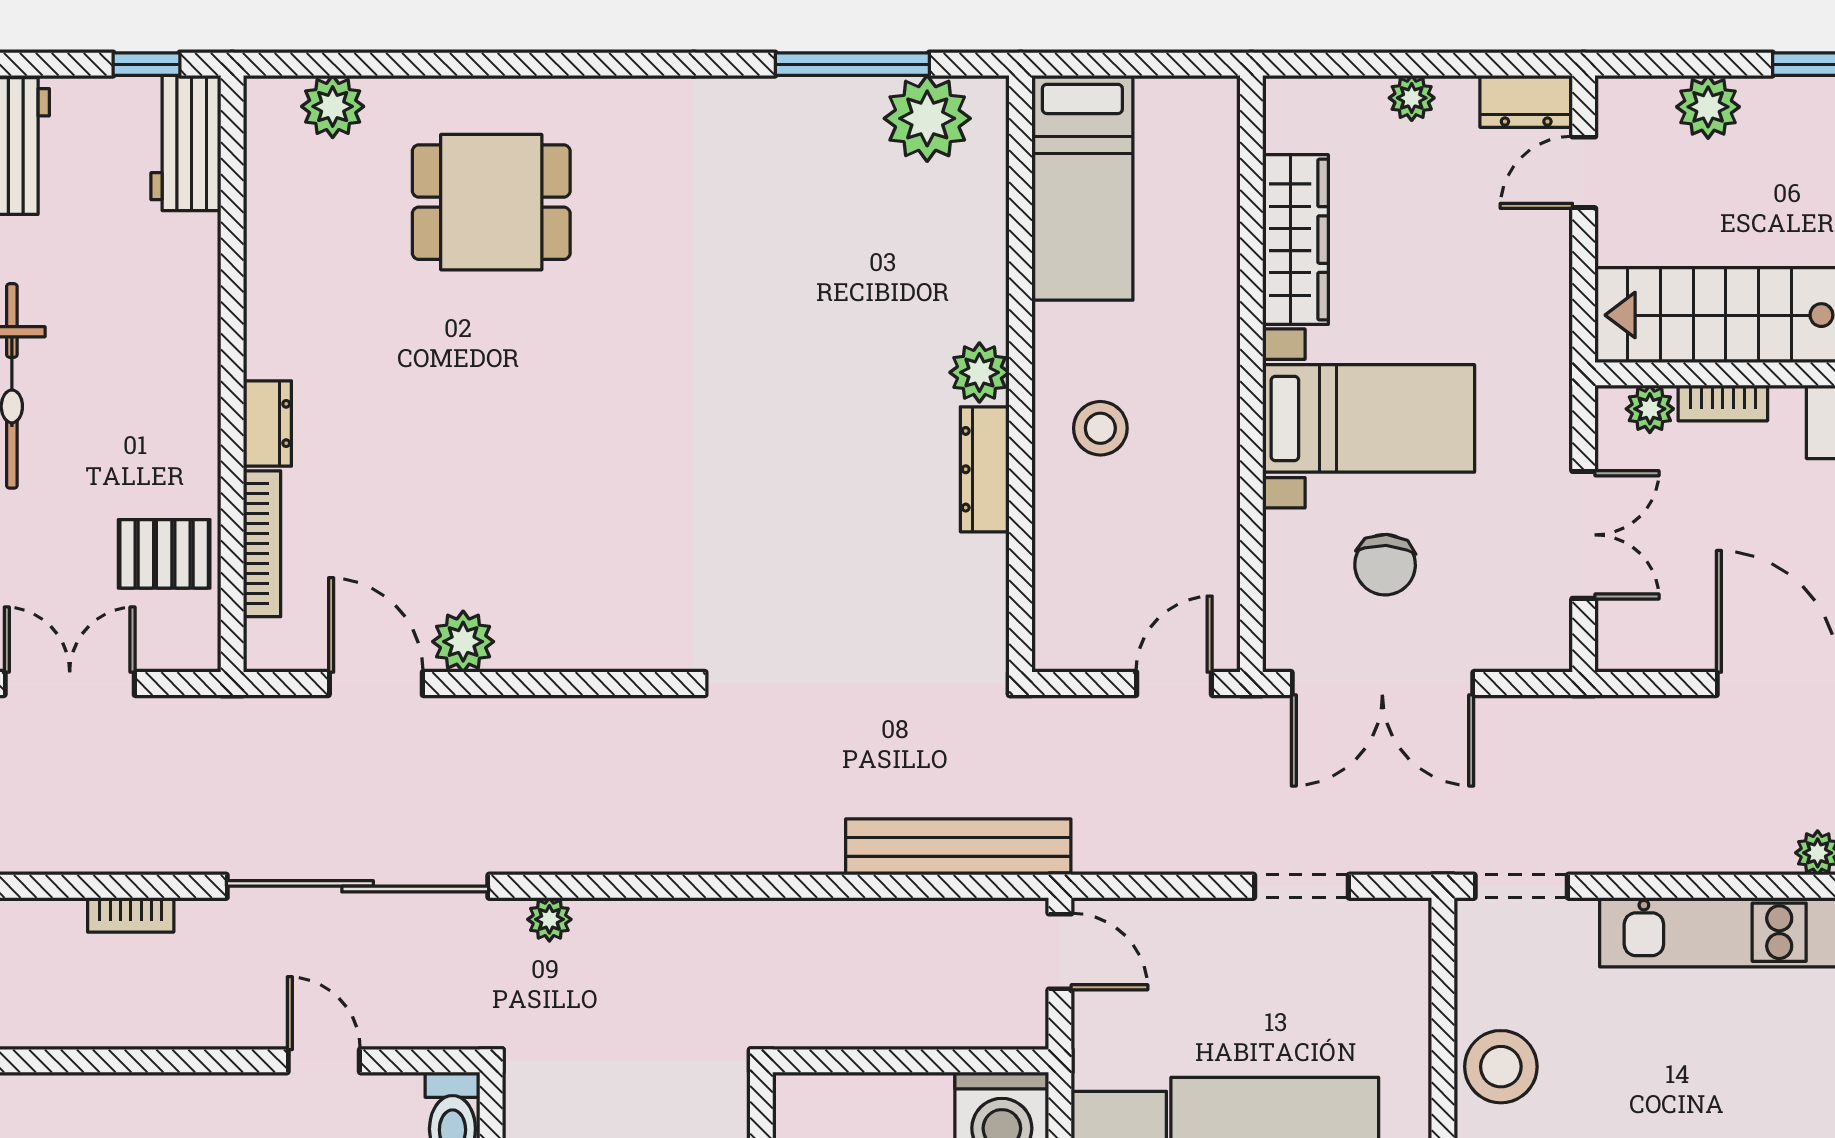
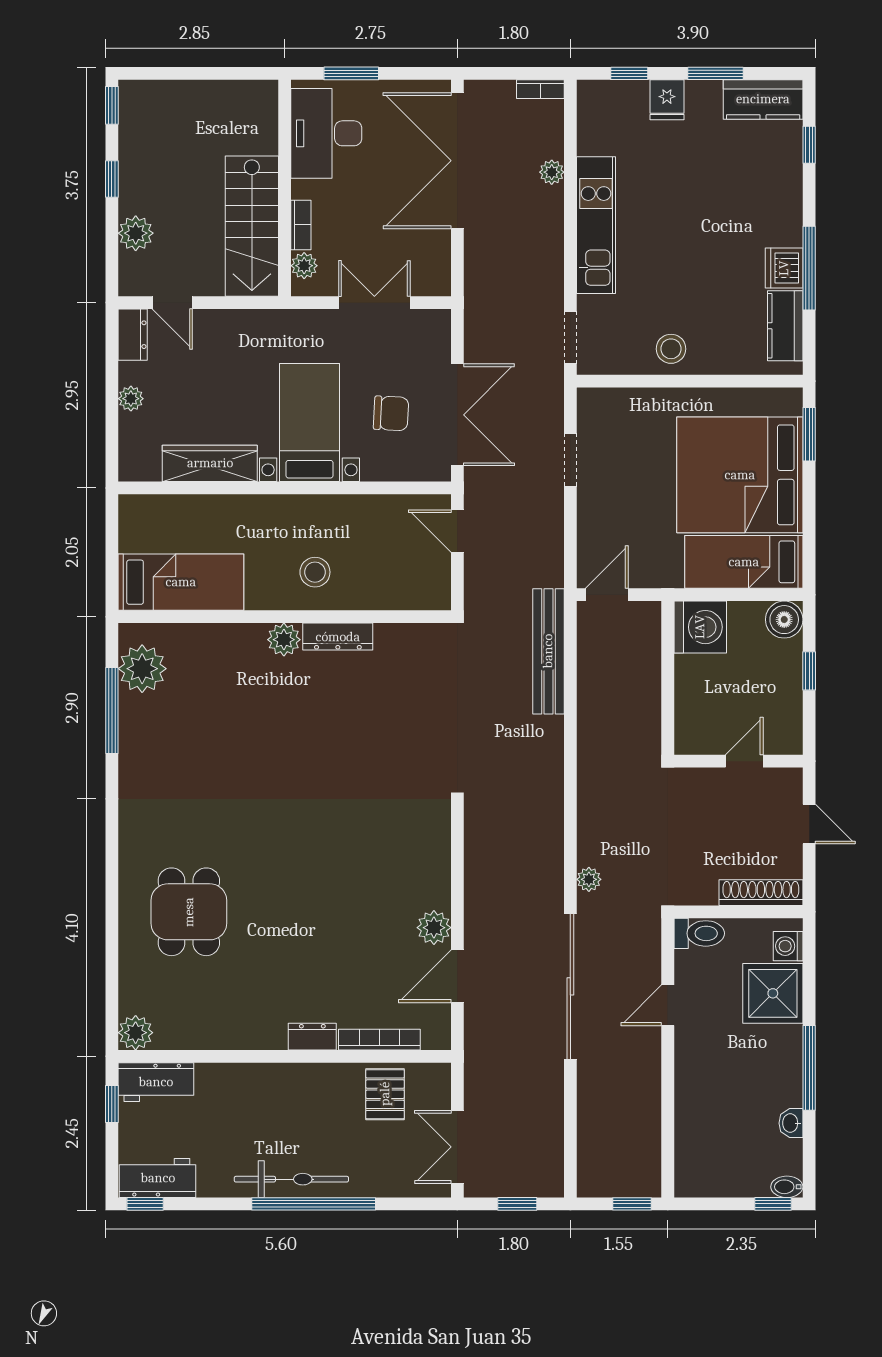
plant: (333, 106) -> (136, 1033), moved
bookcase: (131, 915) -> (586, 1113), removed
stool: (1501, 1067) -> (671, 349), width x0.73, depth x0.73

